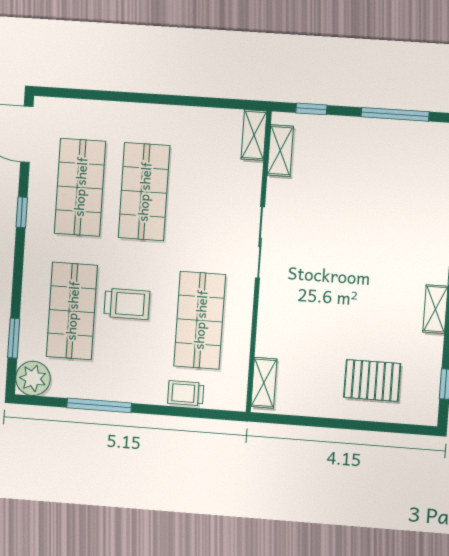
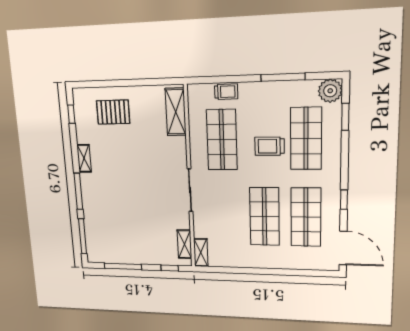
shelving: (264, 383) -> (176, 112), width x1.50, depth x1.33

